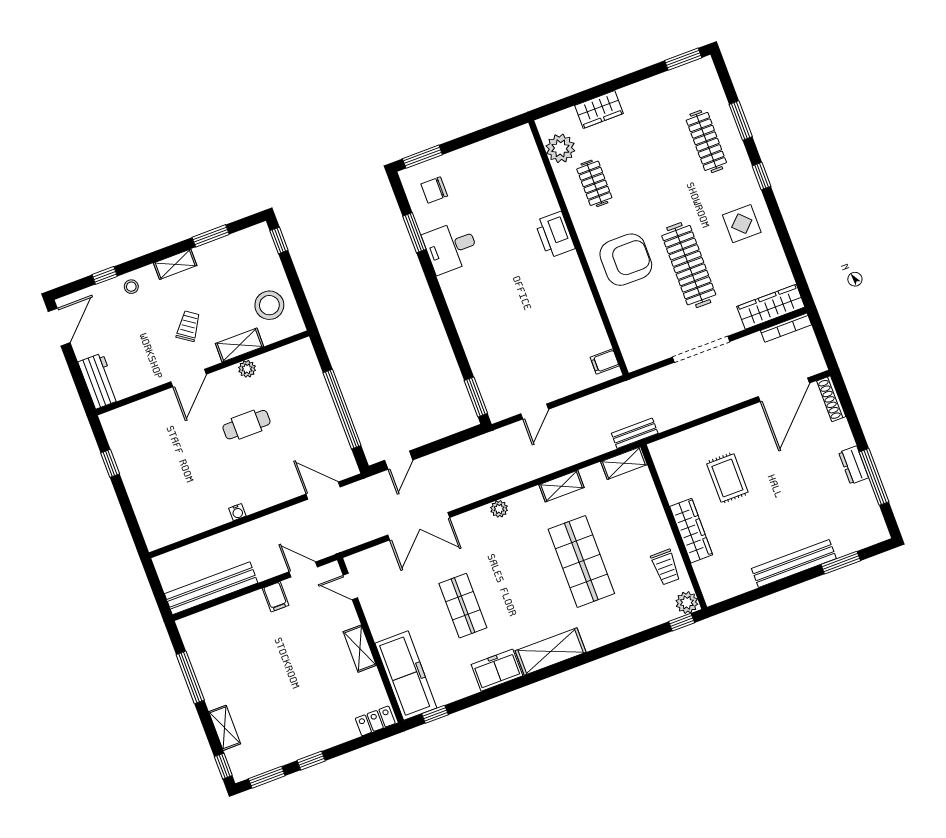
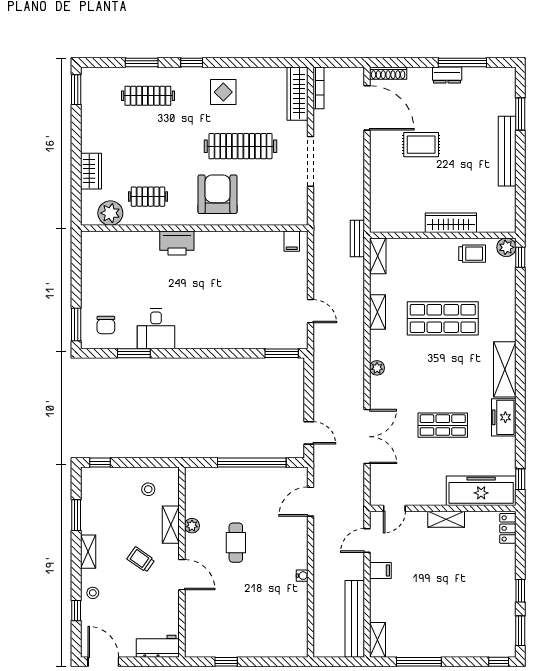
stool: (269, 305) -> (148, 489), width x0.53, depth x0.53
rug: (727, 478) -> (421, 145), moved
shelving: (225, 728) -> (377, 640), moved, turned 90

